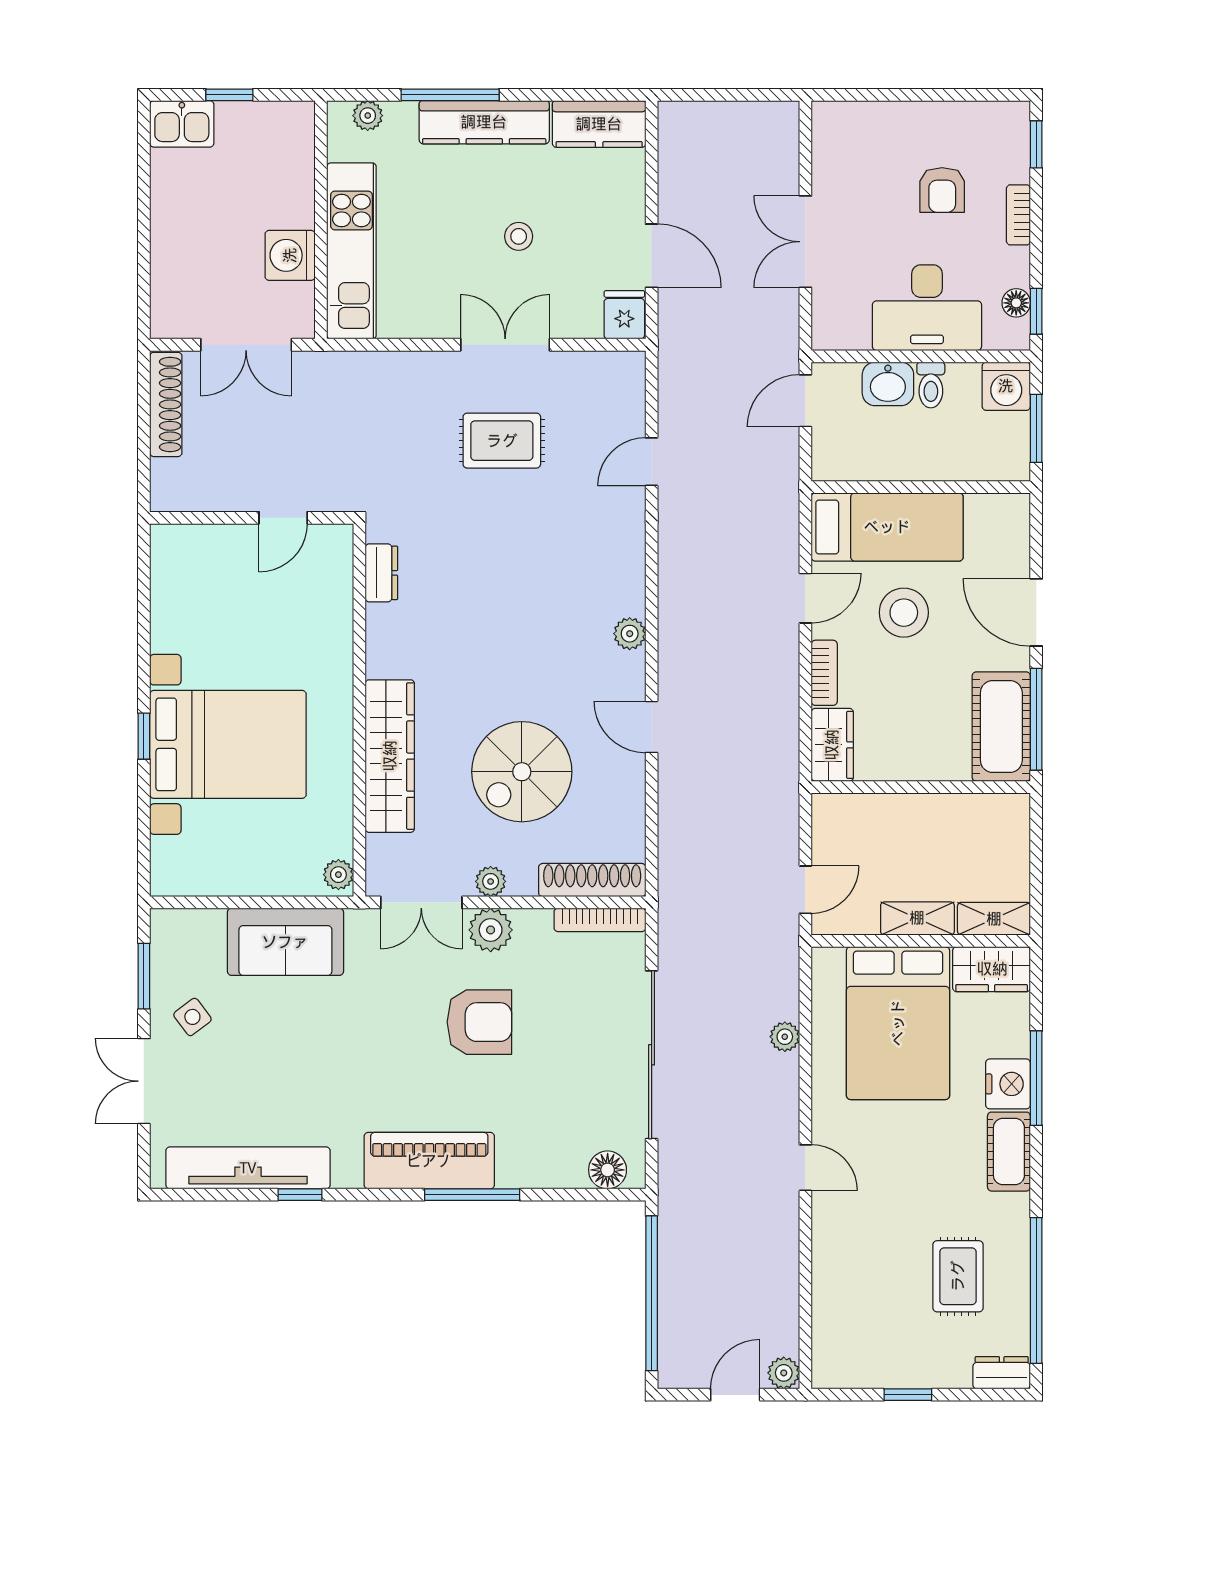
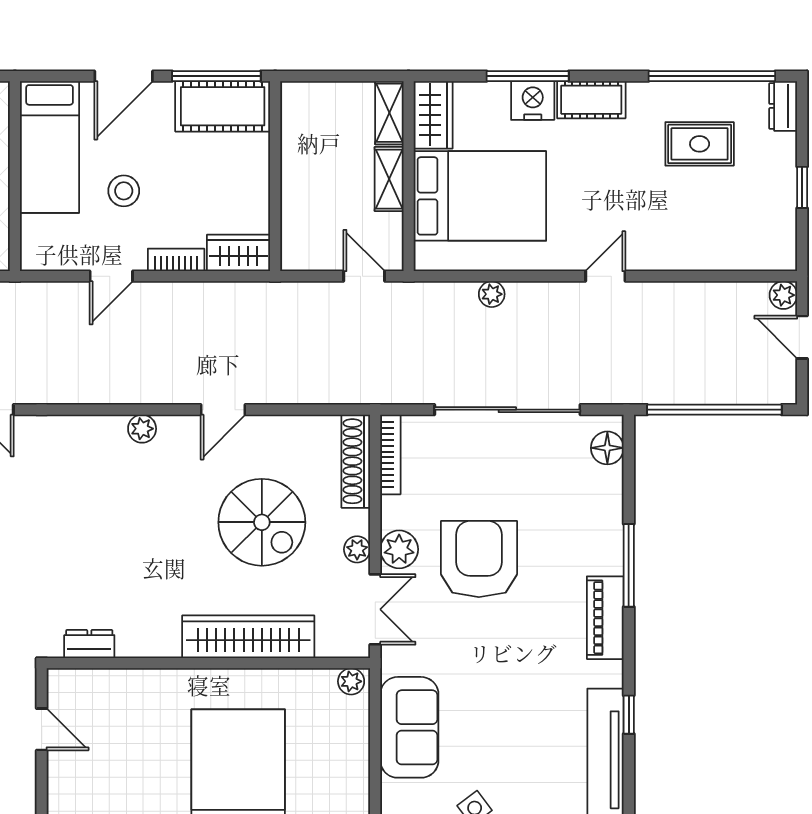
bed: (887, 527) -> (50, 147), moved, turned 180
door: (805, 598) -> (111, 276), swing flipped
stool: (904, 613) -> (124, 191), width x0.73, depth x0.73
armchair: (479, 1022) -> (479, 559), width x1.36, depth x1.36
piano: (429, 1161) -> (605, 618), width x0.73, depth x0.75

